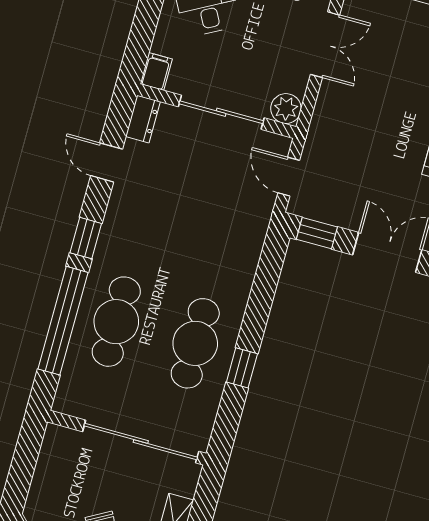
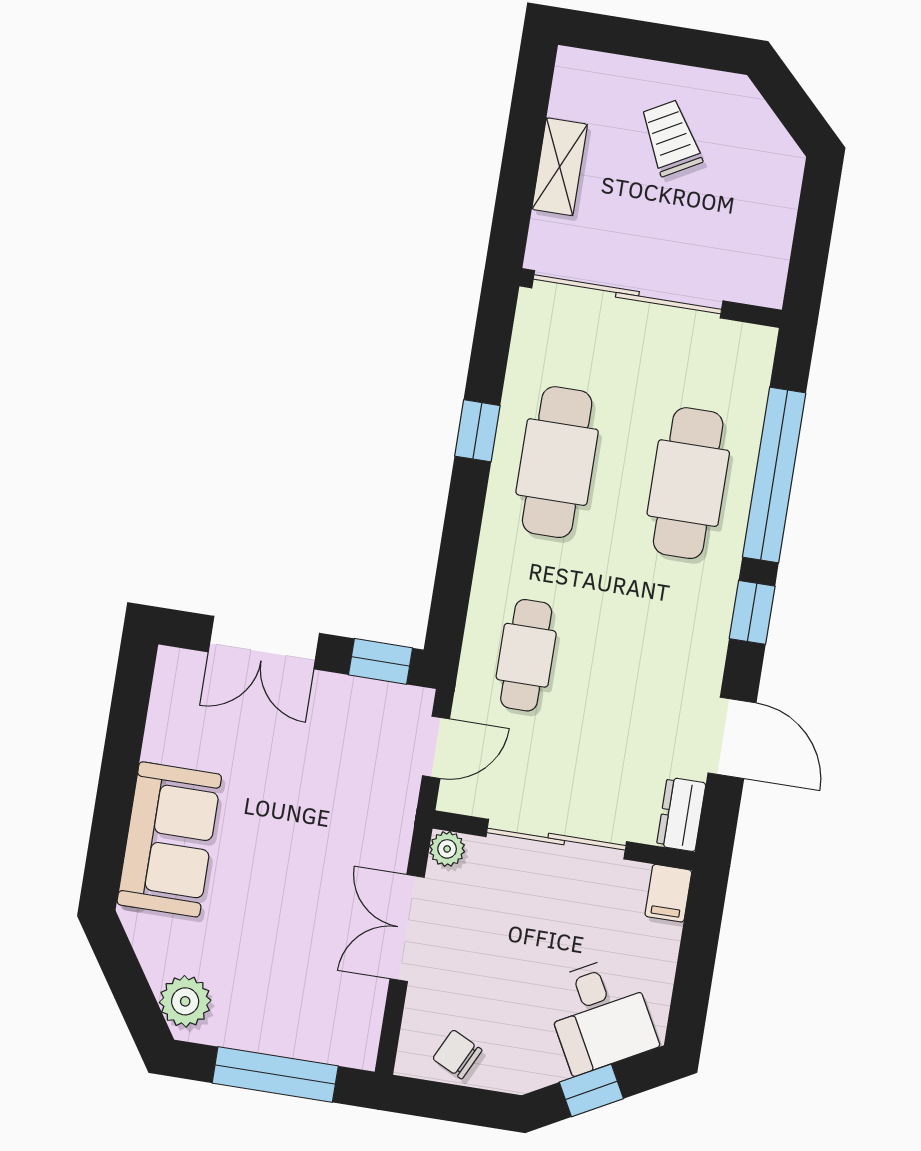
double door: (325, 45) -> (407, 928), moved
plant: (286, 109) -> (447, 849), width x0.73, depth x0.73
door: (107, 162) -> (732, 738), width x1.38
door: (289, 177) -> (436, 747), hinge flipped
cafe table: (227, 227) -> (526, 655), added

